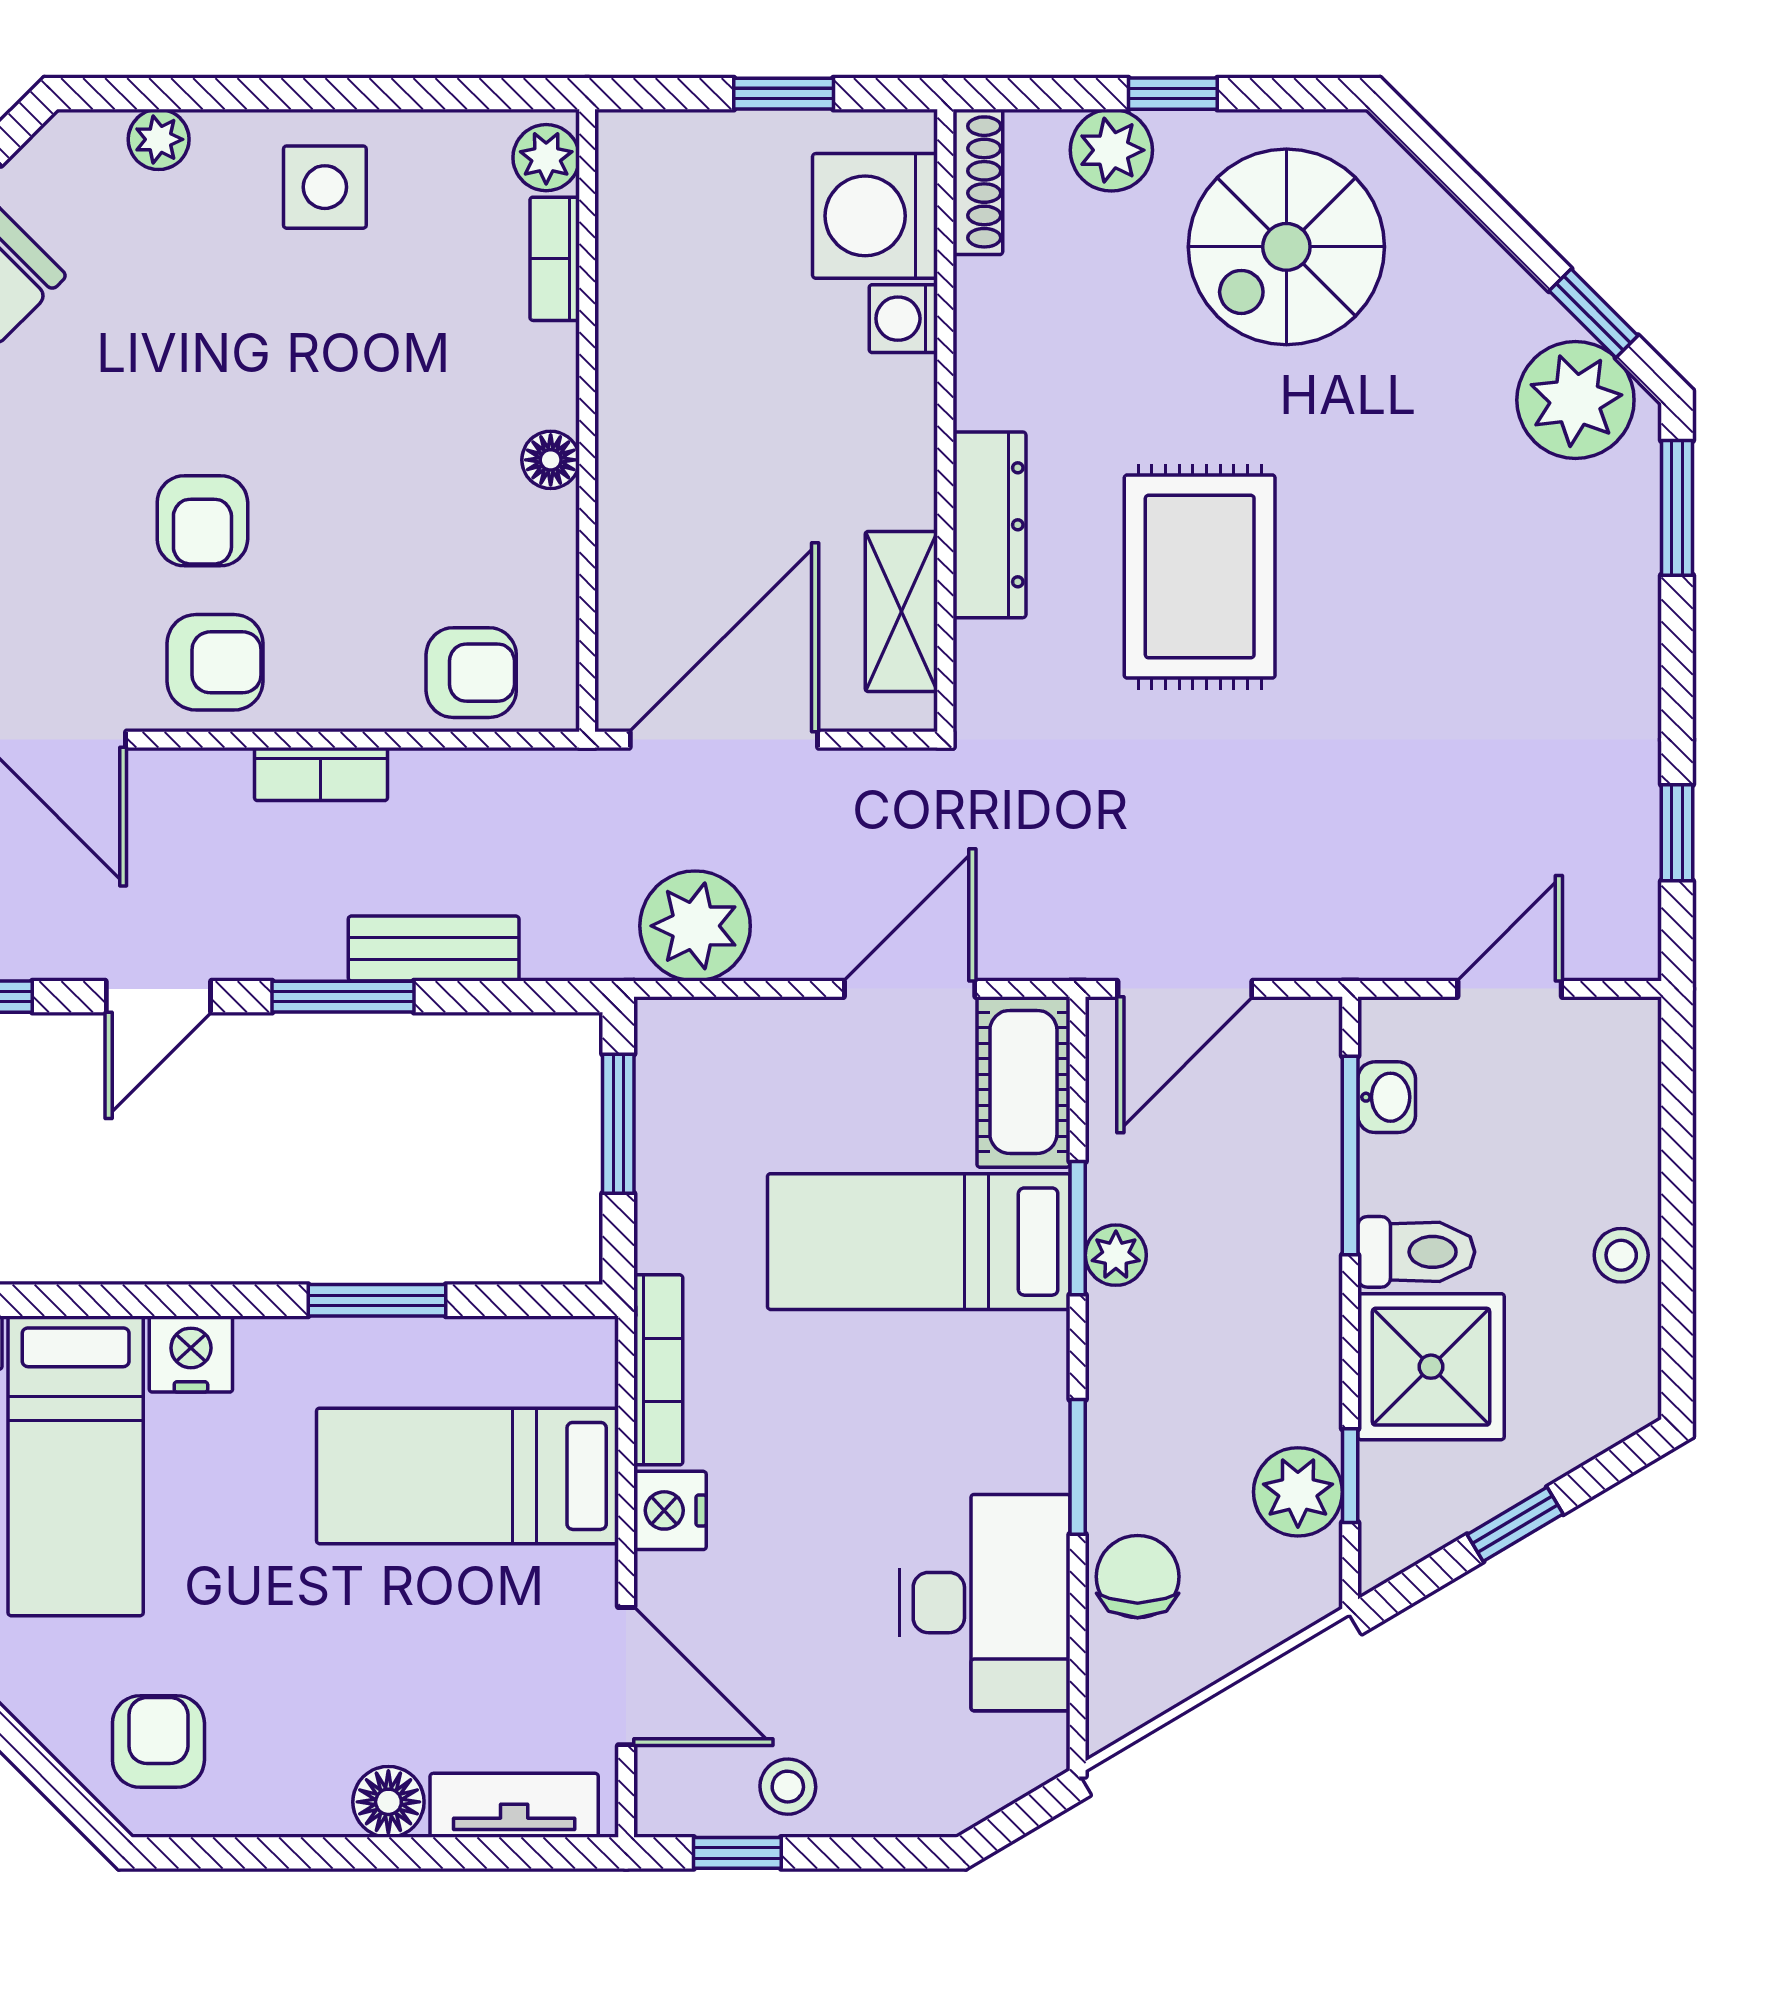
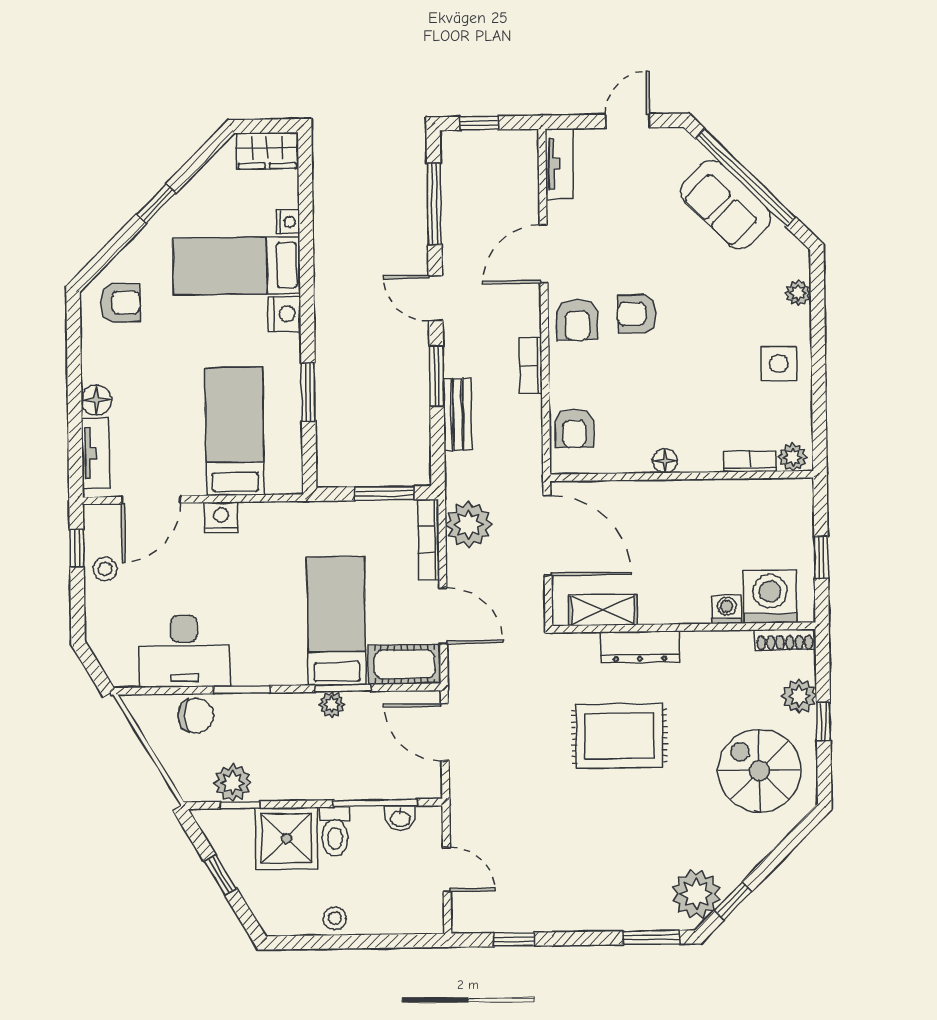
bookcase: (658, 1370) -> (429, 540), moved, turned 90

